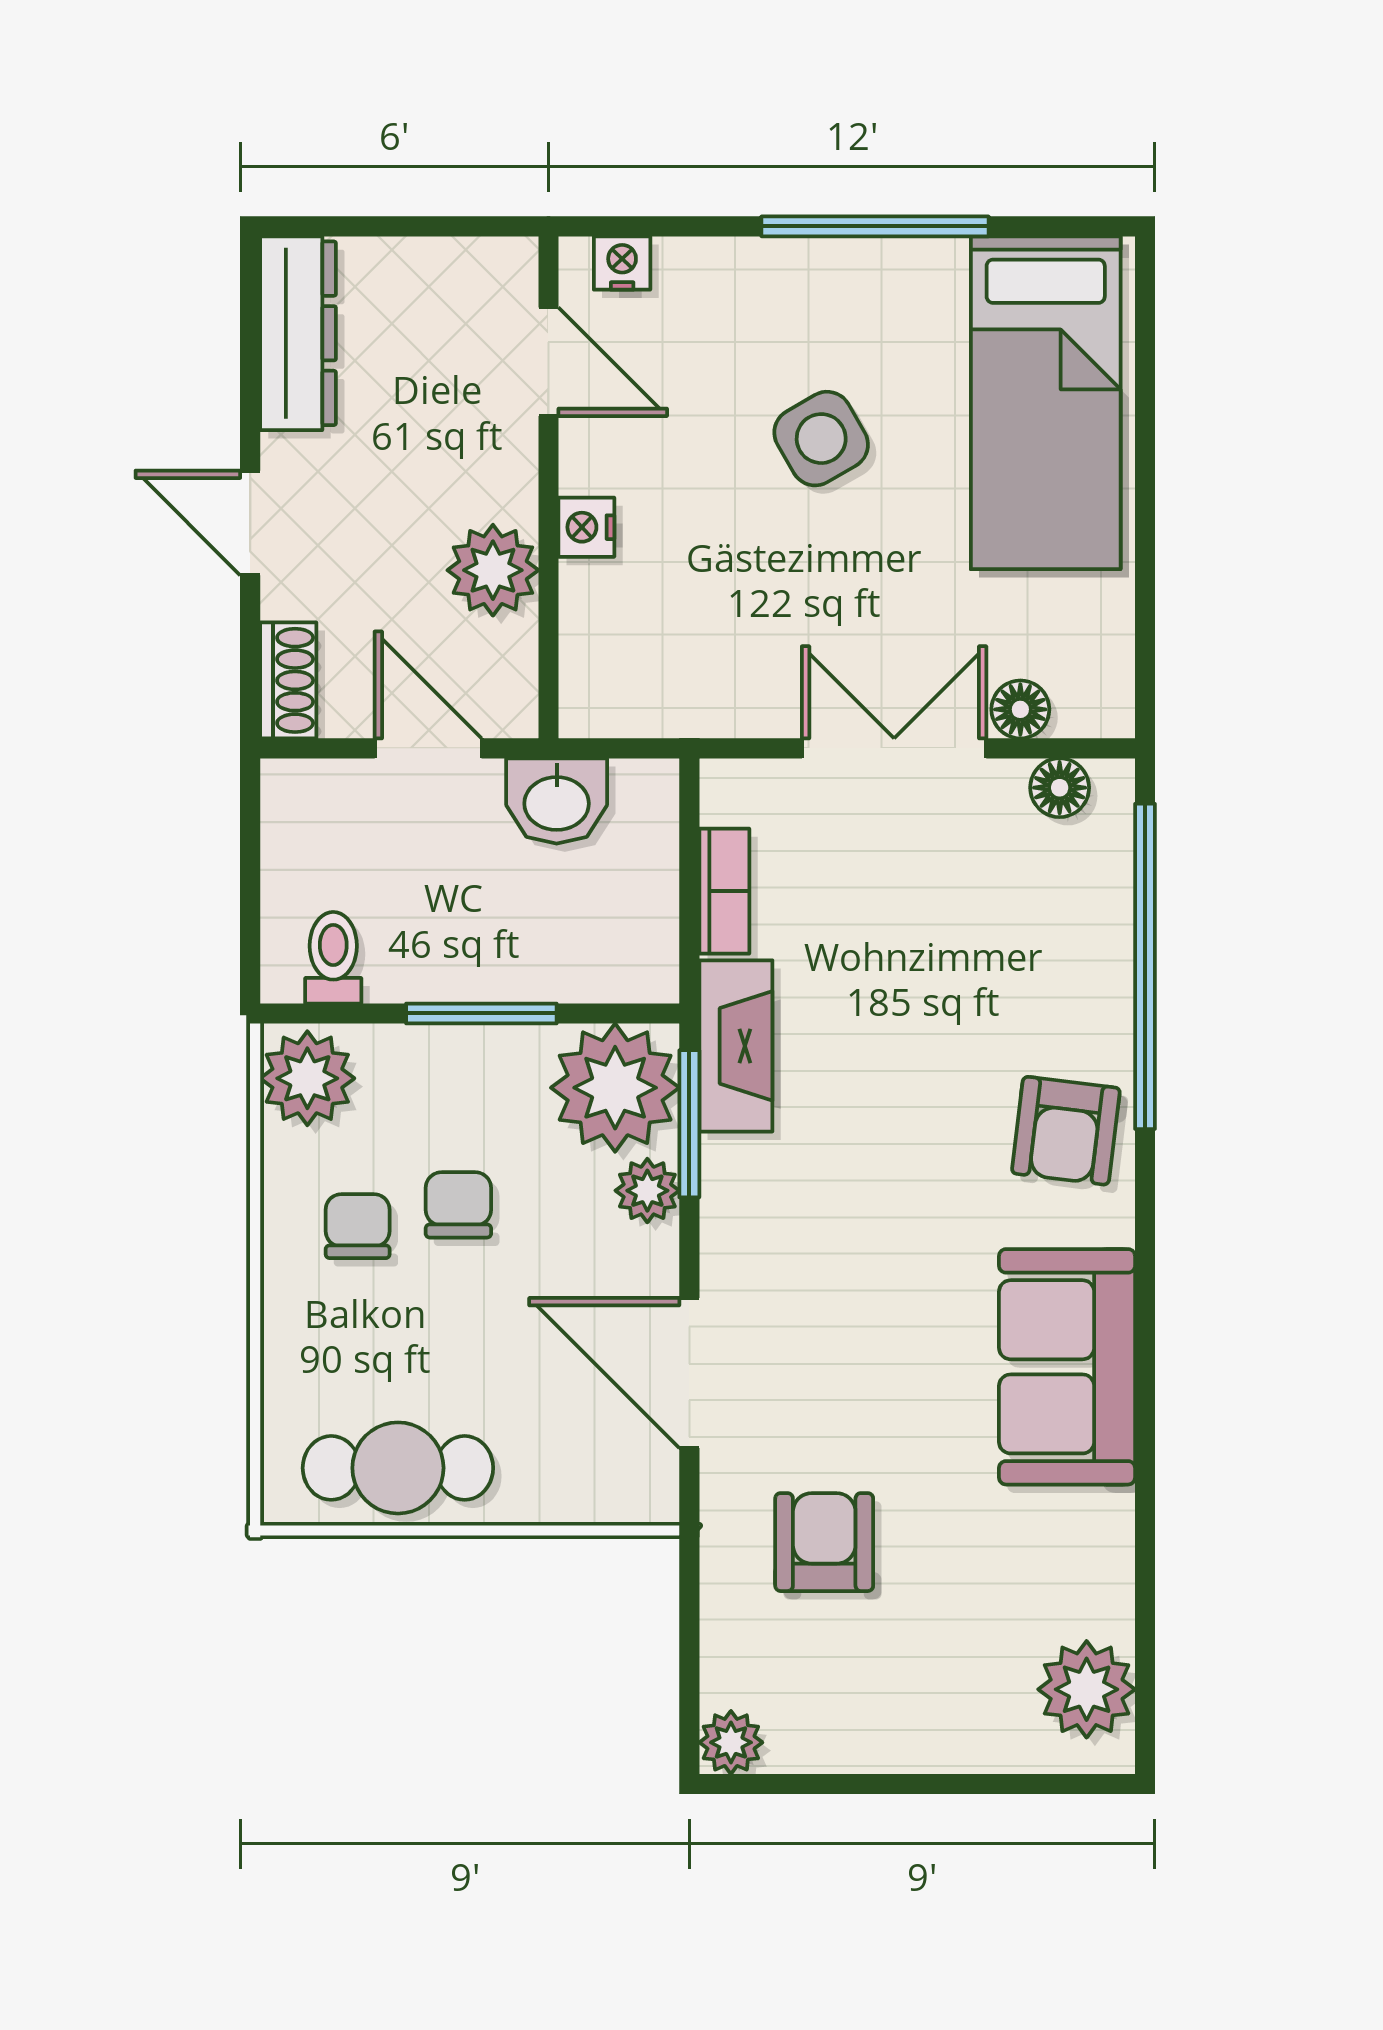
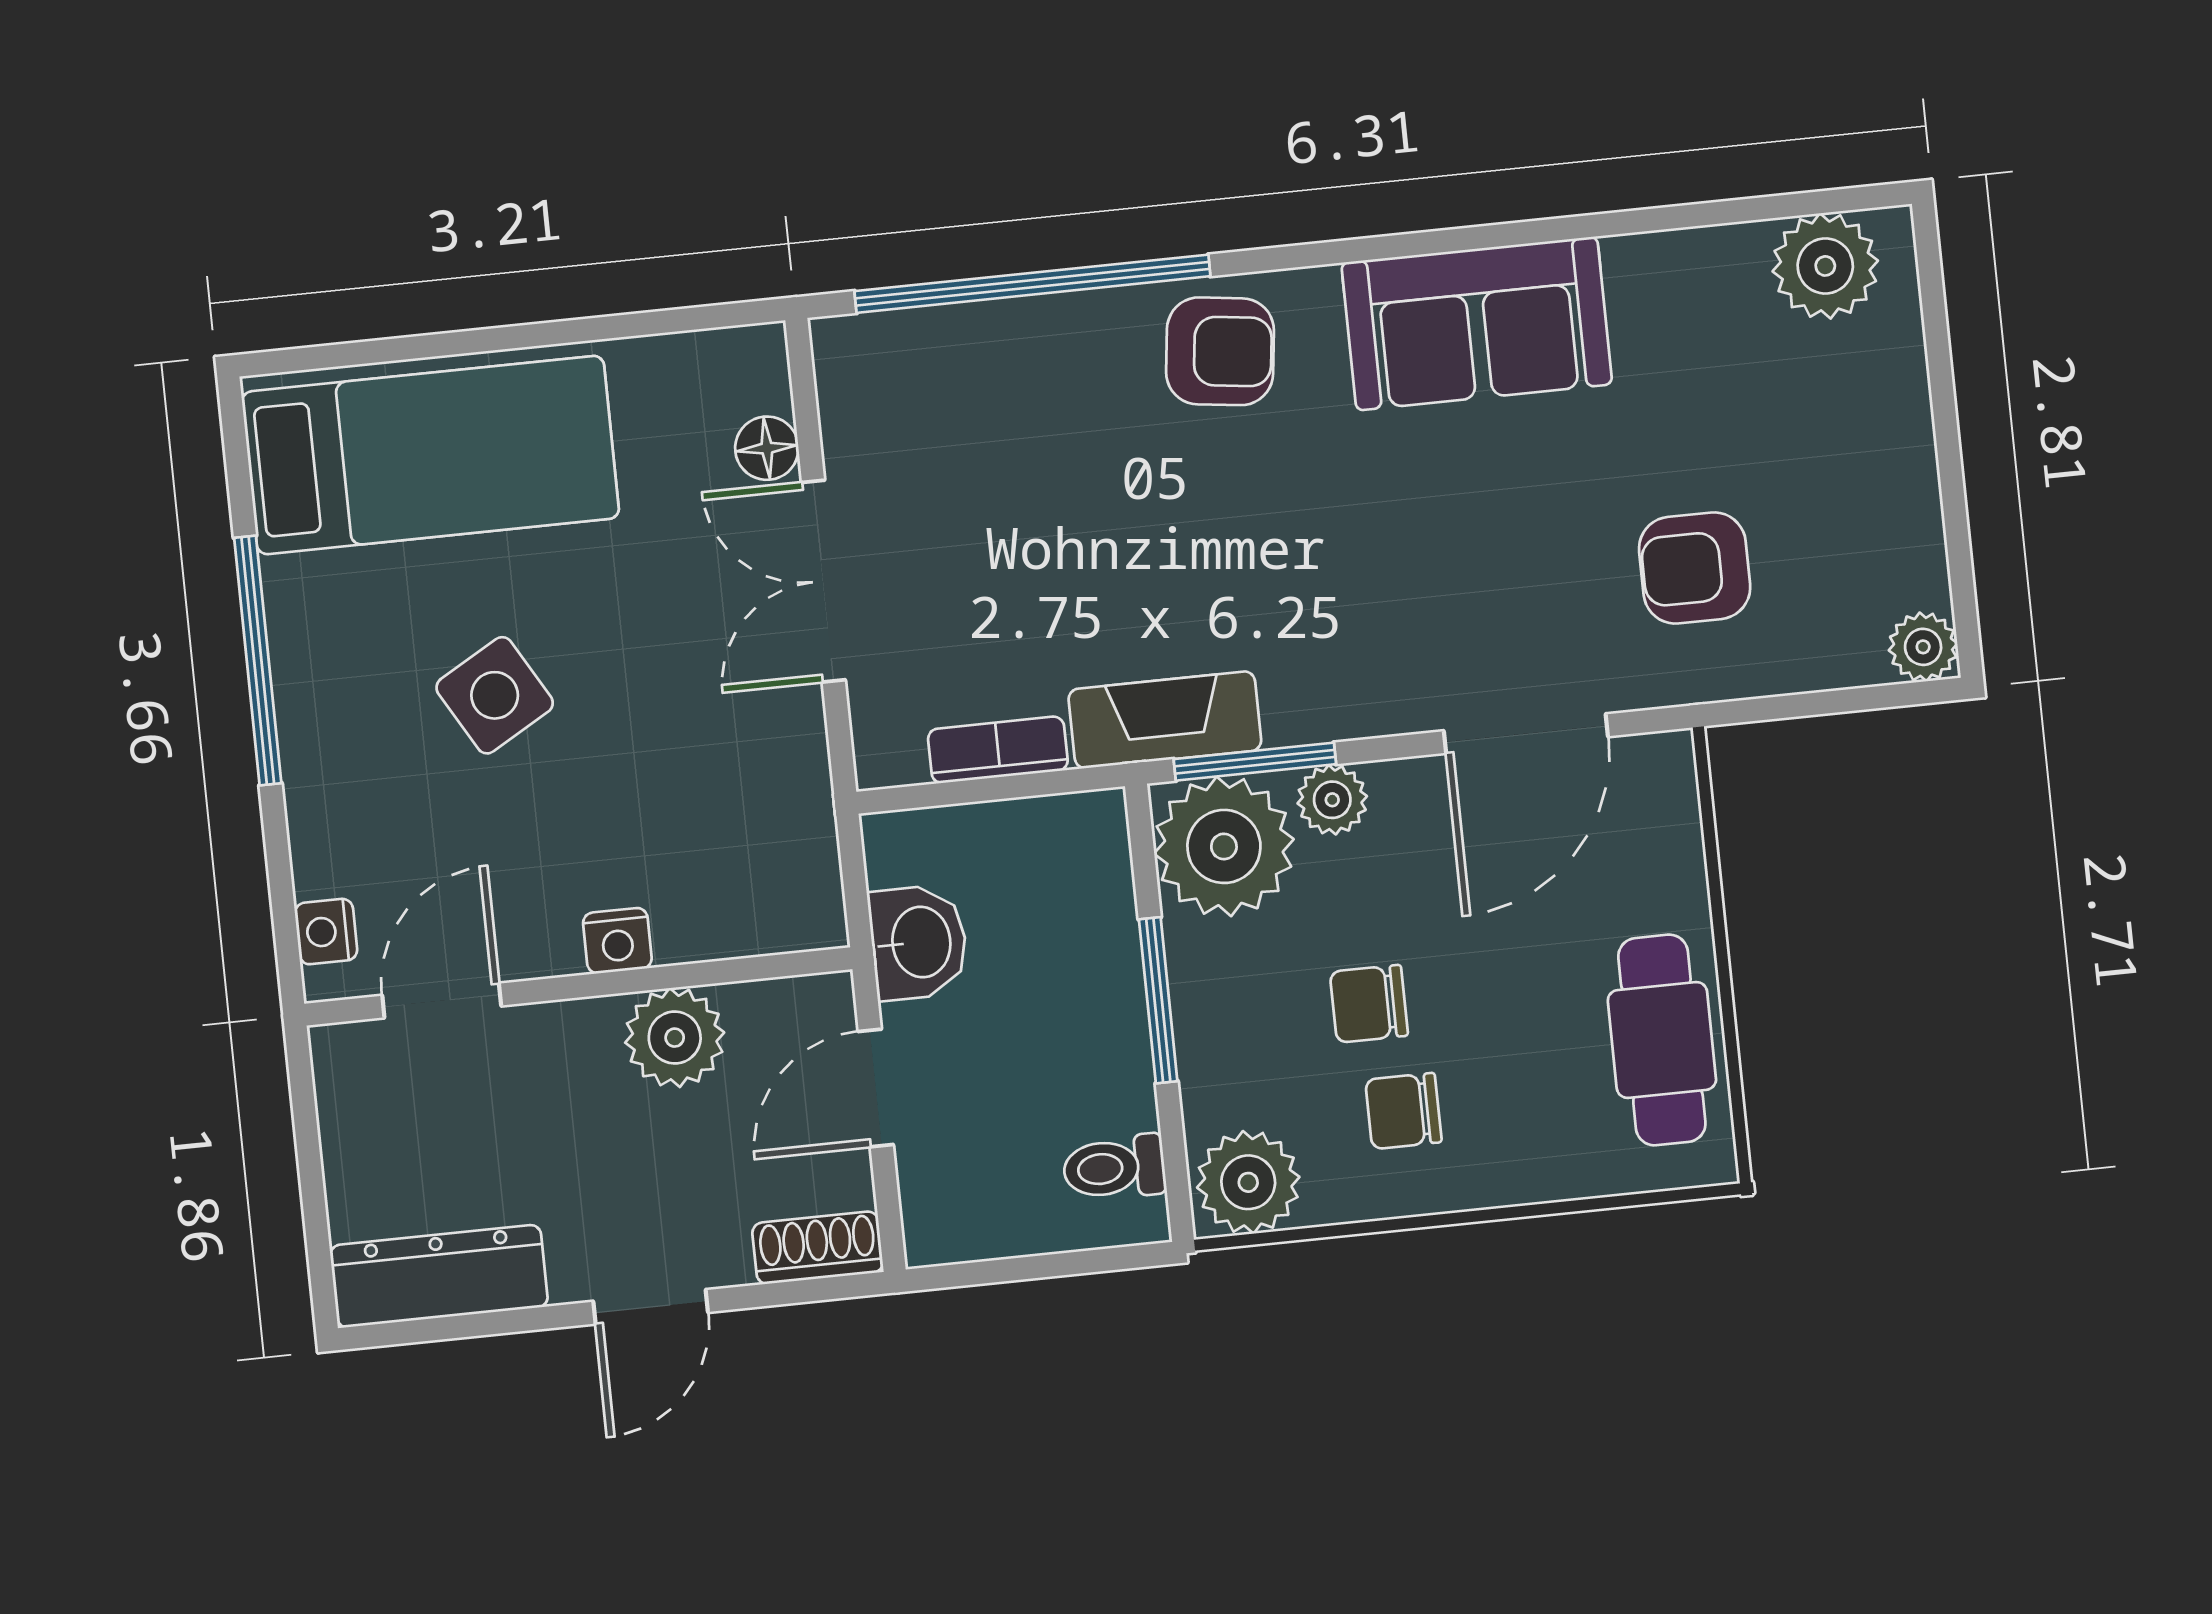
floor lamp: (1060, 788) -> (848, 397), removed

